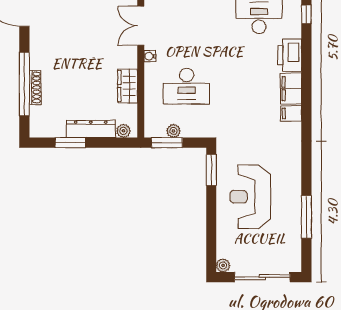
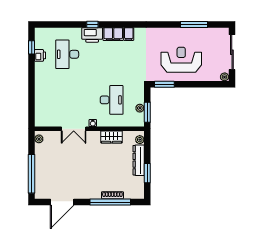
window: (306, 14) -> (92, 24), moved
reception desk: (250, 197) -> (181, 60), turned 180

